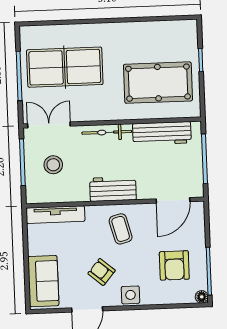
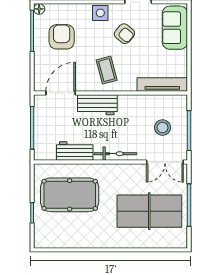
workbench: (162, 133) -> (75, 151), width x0.73
workbench: (113, 189) -> (97, 105), moved

